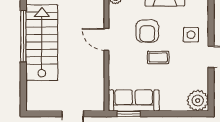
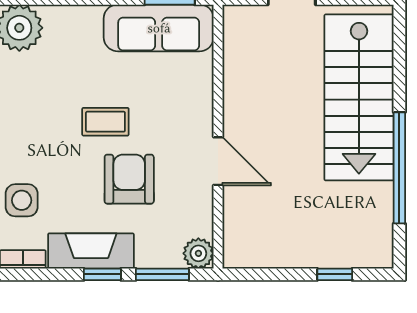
side table: (191, 35) -> (22, 200), moved
stairs: (42, 43) -> (359, 97), moved

